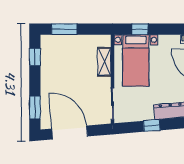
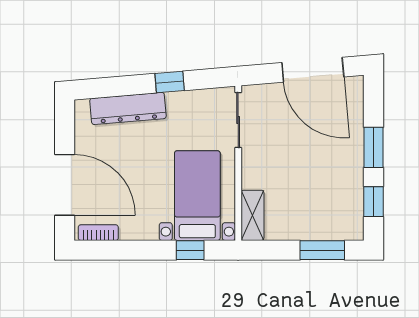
shelving: (104, 62) -> (252, 215), moved
window: (35, 108) -> (374, 147), moved

